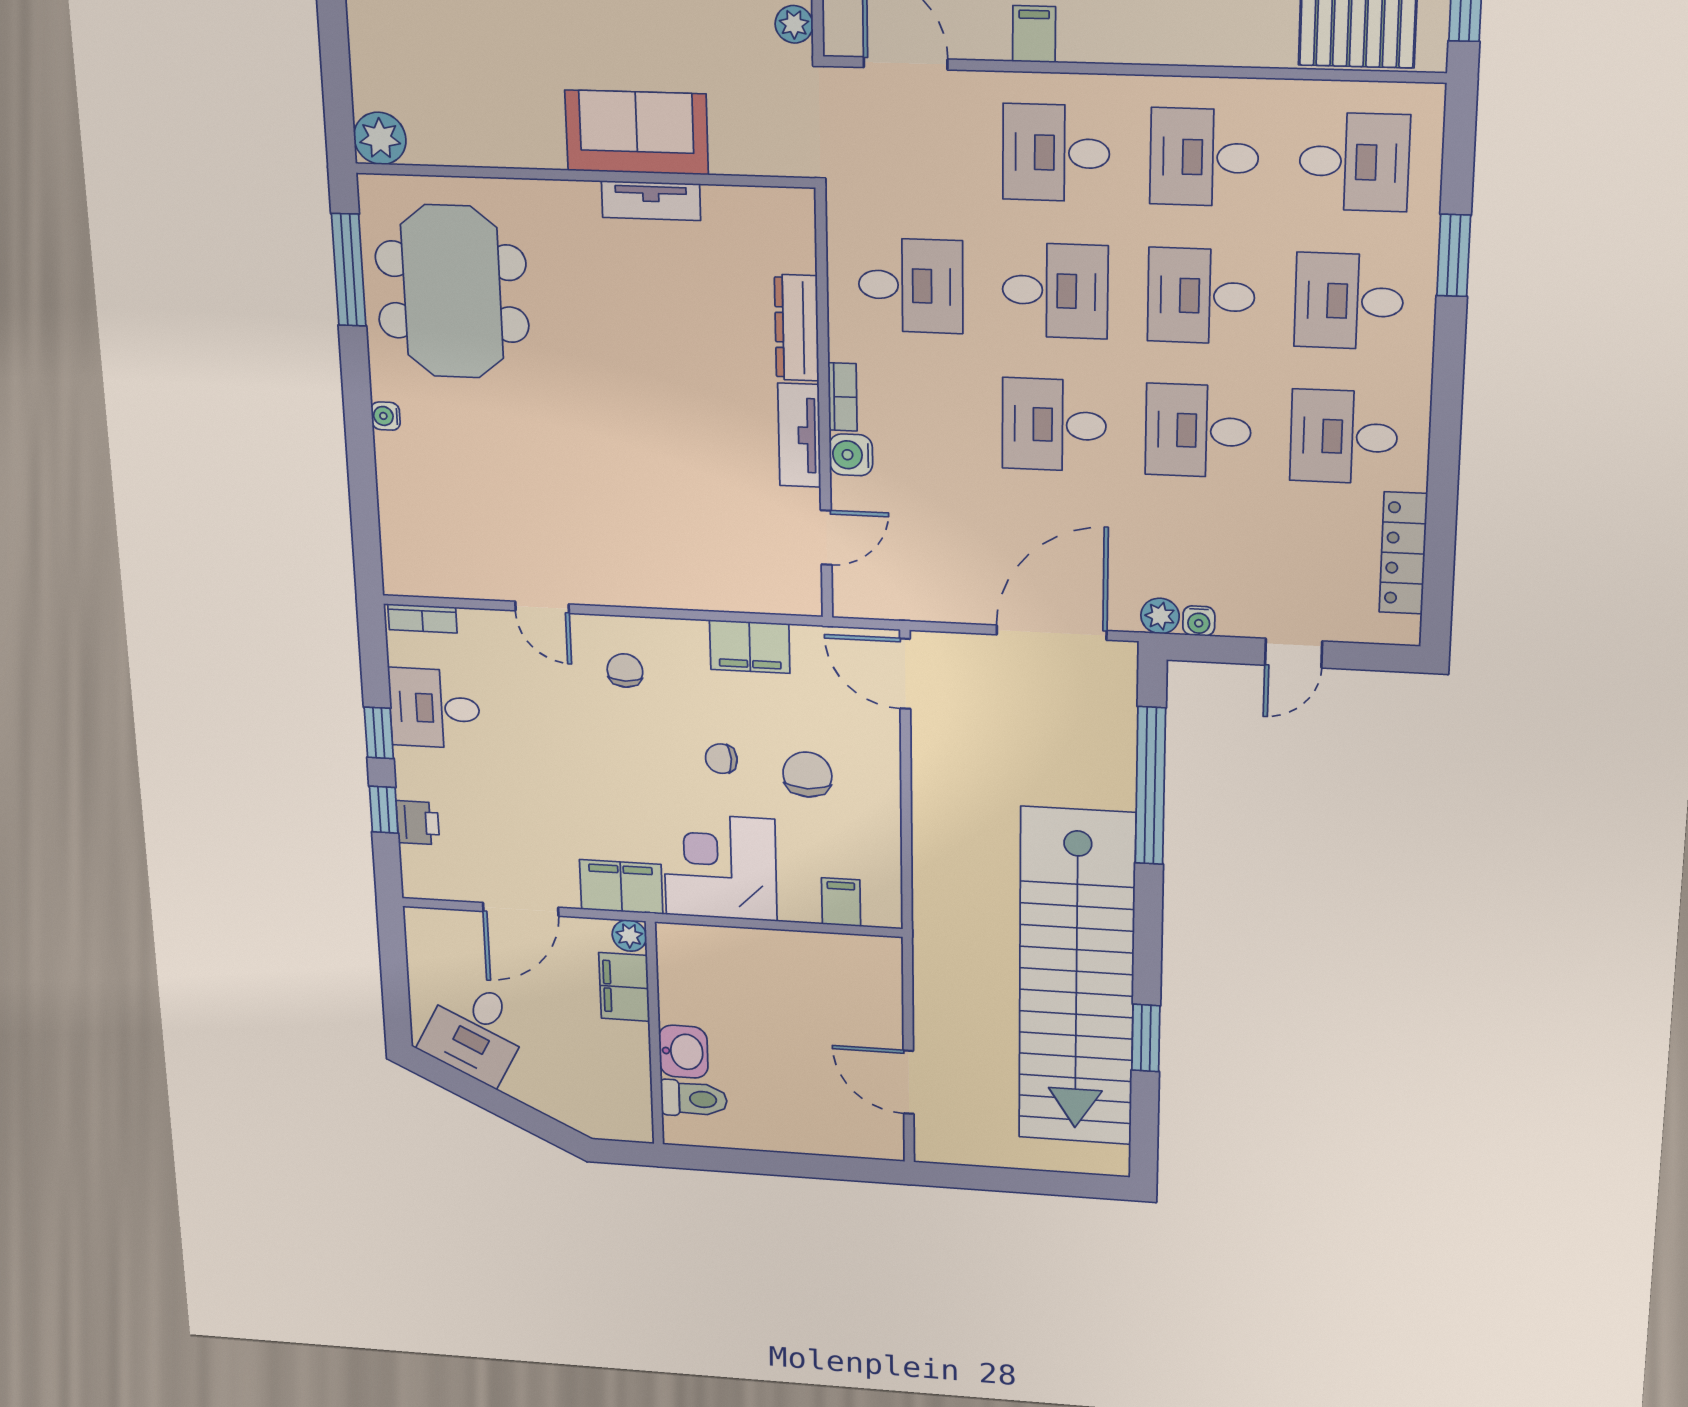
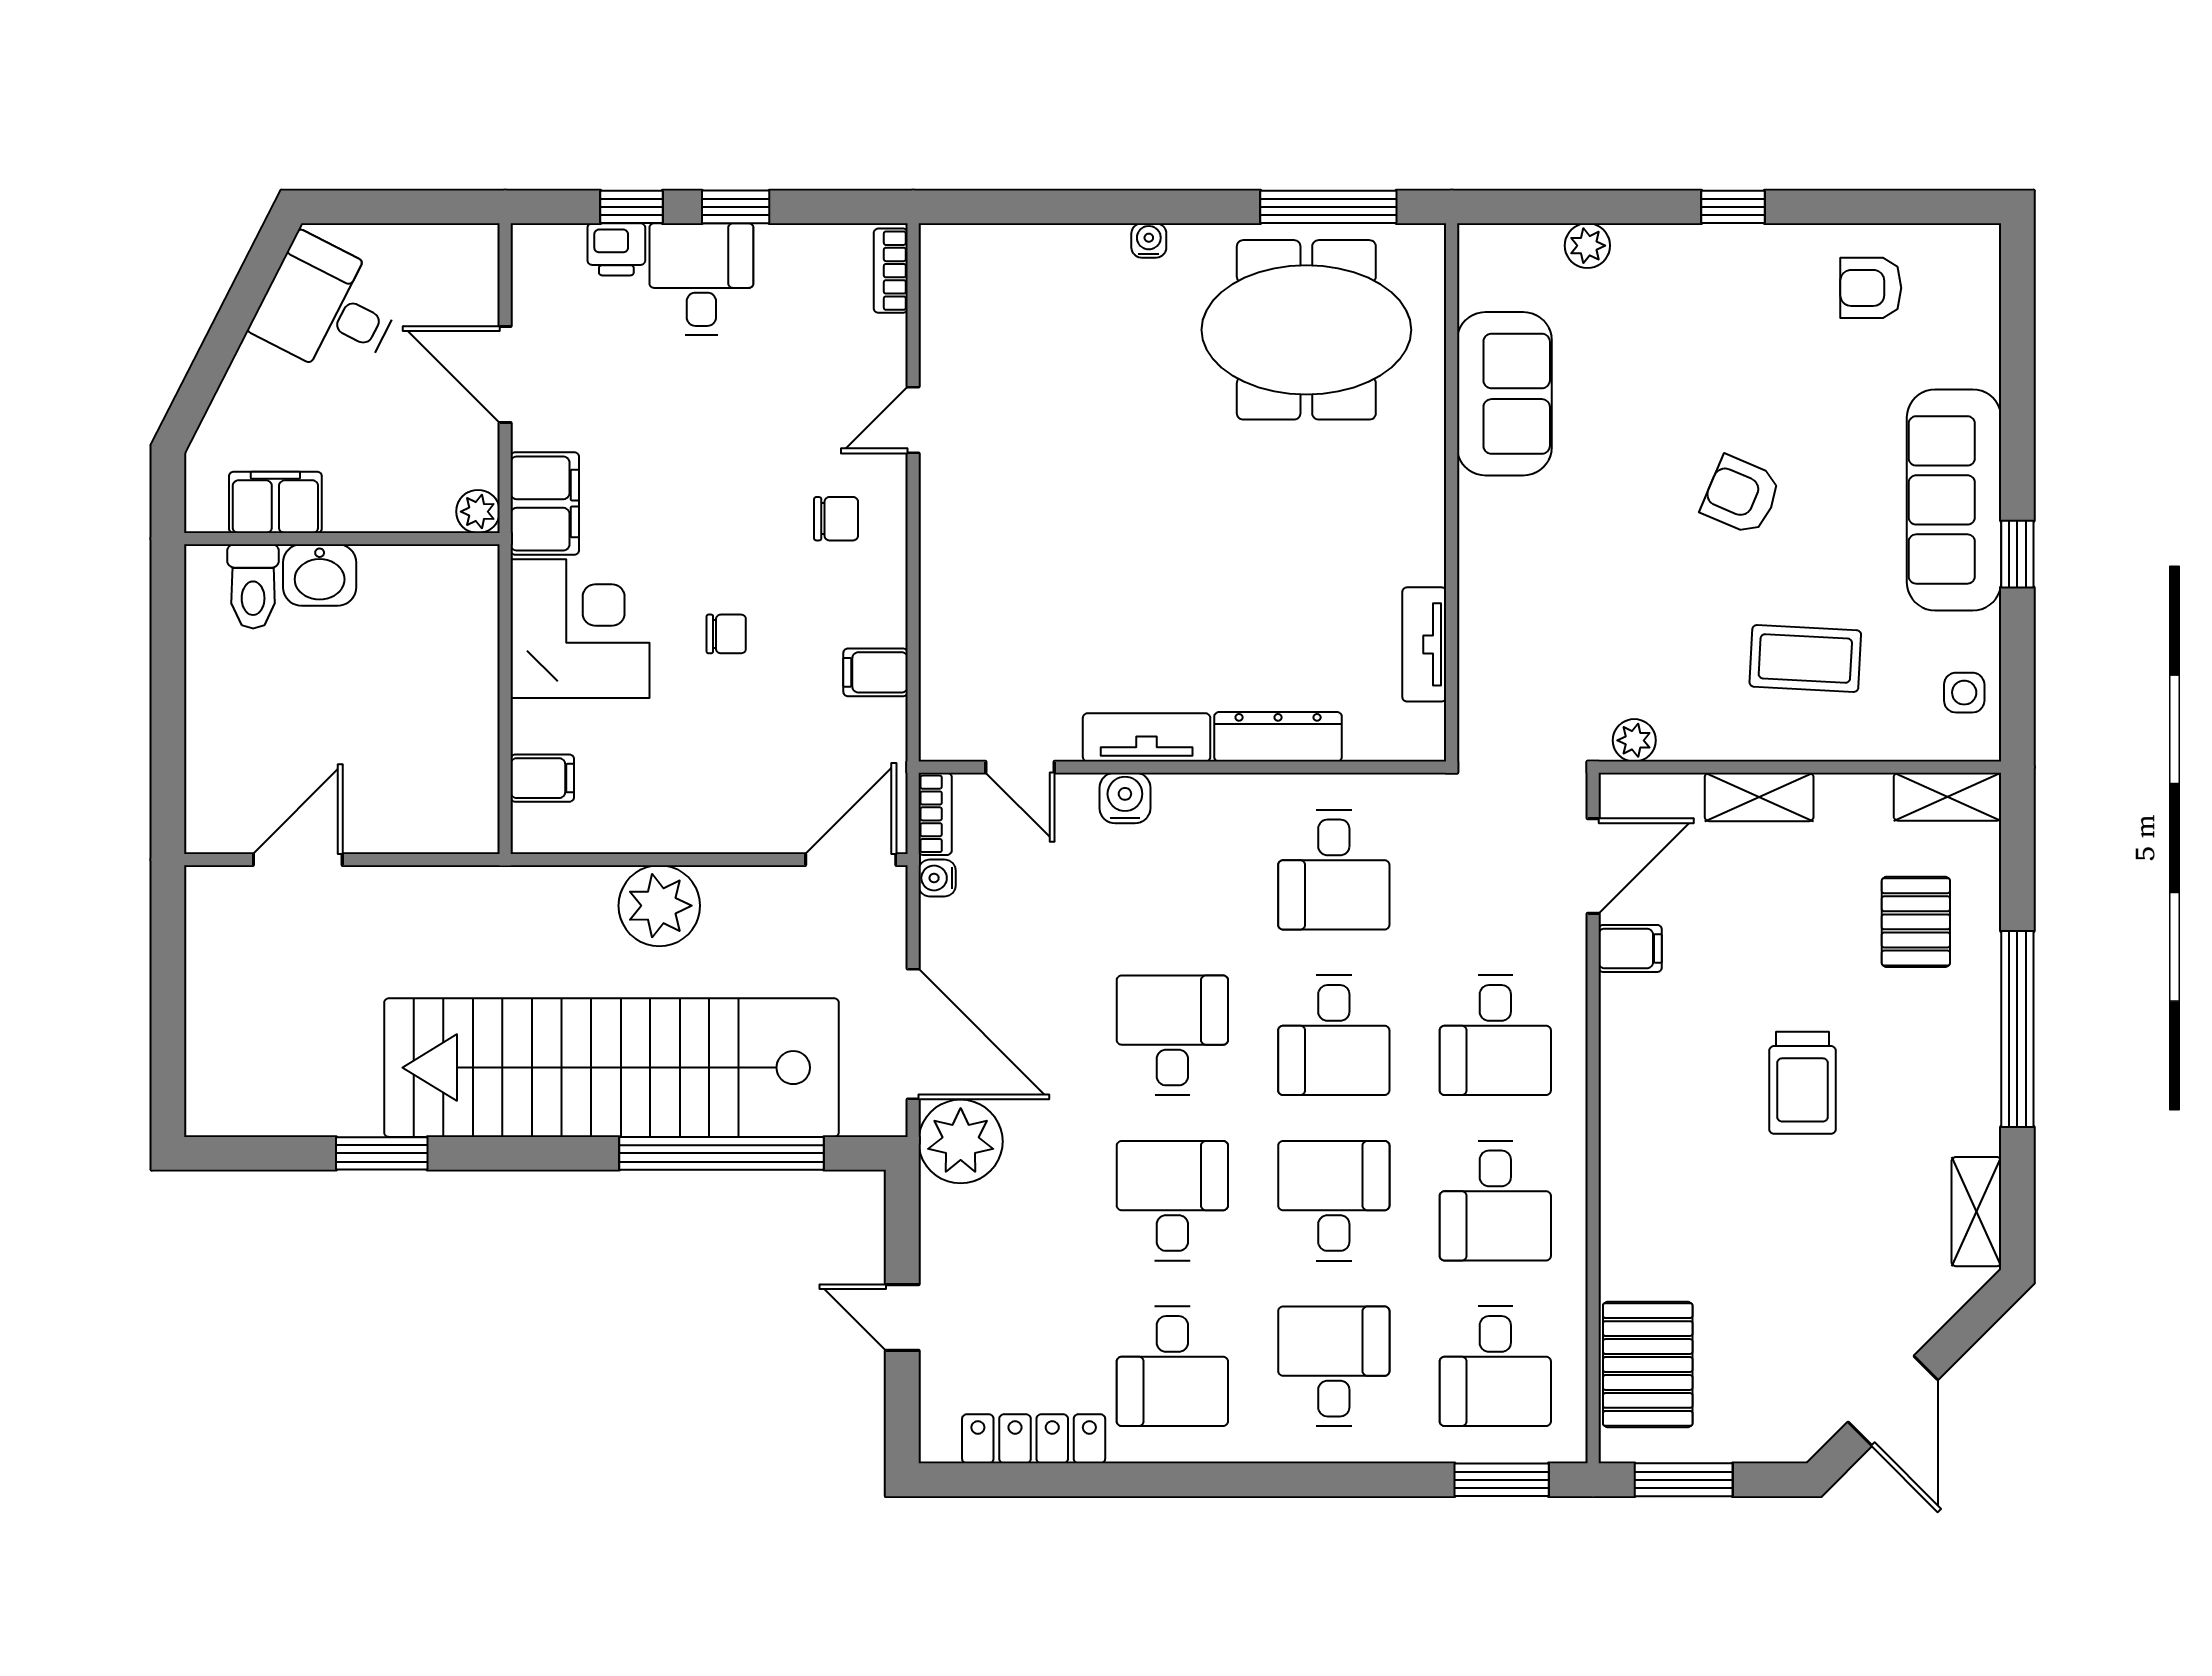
filing cabinet: (1034, 34) -> (1630, 948), moved
sofa: (637, 132) -> (1504, 394), moved
plant: (380, 138) -> (1587, 246), moved, width x0.73, depth x0.73
desk: (1056, 153) -> (1495, 1035), turned 180
desk: (1204, 157) -> (1495, 1201), turned 180
tv unit: (651, 201) -> (1424, 644), moved
window: (1454, 256) -> (1502, 1480), moved
bookcase: (843, 397) -> (935, 814), moved, turned -90
desk: (1344, 437) -> (1172, 1366), turned 180
plant: (1160, 616) -> (961, 1141), width x1.88, depth x1.88
water cooler: (1199, 621) -> (937, 878), moved
filing cabinet: (750, 647) -> (876, 672), width x0.50
desk: (434, 708) -> (701, 279), moved
chair: (721, 759) -> (726, 634), turned 93
chair: (807, 775) -> (712, 739), removed
plant: (944, 821) -> (659, 906), added
stairs: (1076, 978) -> (611, 1068), moved
filing cabinet: (624, 987) -> (275, 502), moved

